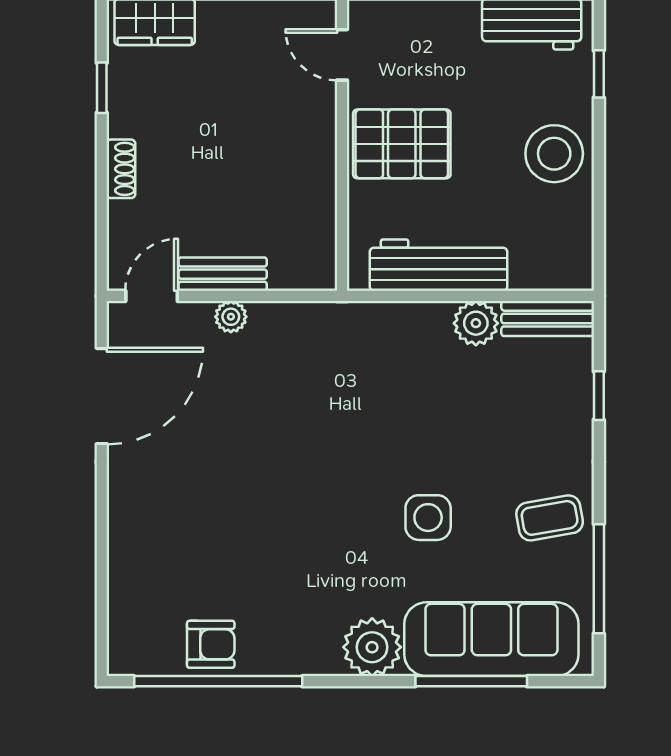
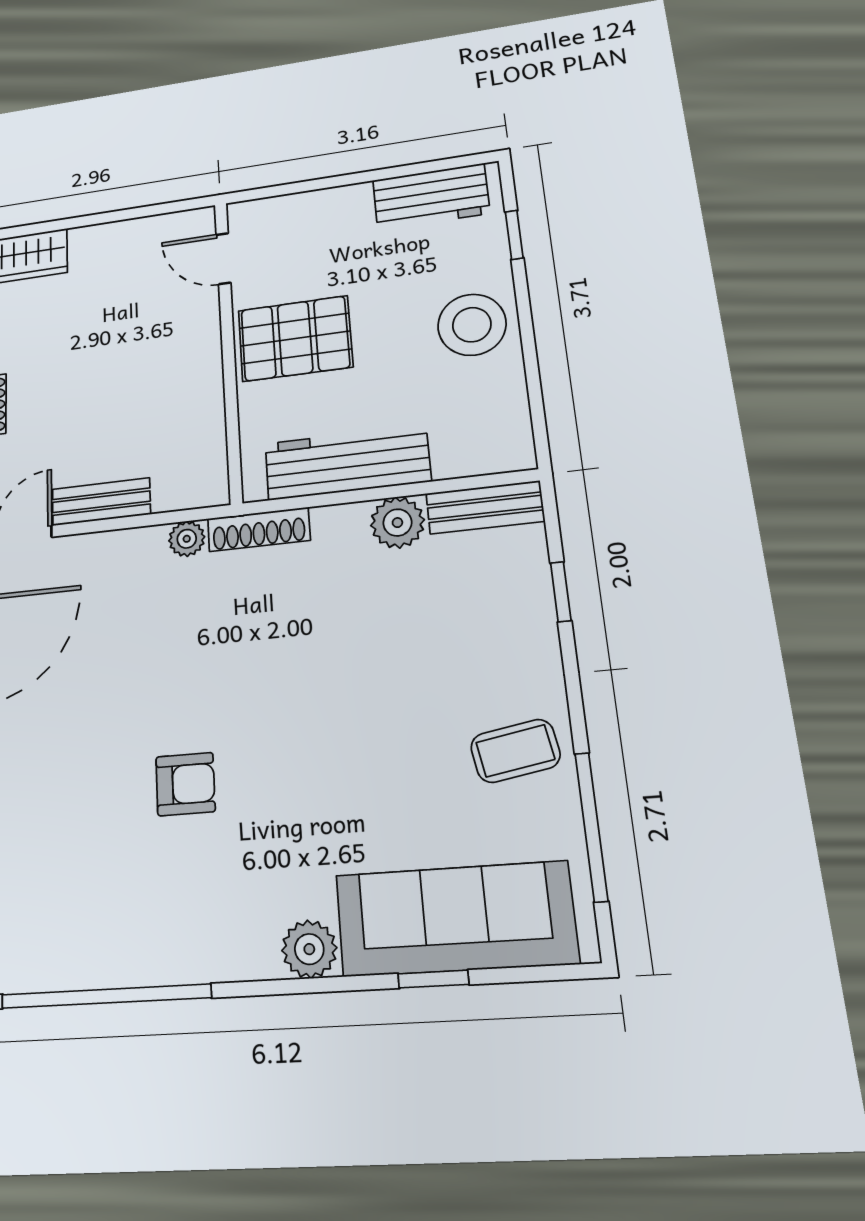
shoe rack: (360, 316) -> (259, 529), added
plant: (231, 317) -> (187, 539), moved
side table: (428, 518) -> (358, 763), removed
armchair: (211, 644) -> (185, 784), moved
plant: (372, 647) -> (309, 949), width x0.73, depth x0.73
window: (471, 681) -> (433, 979), width x0.46

